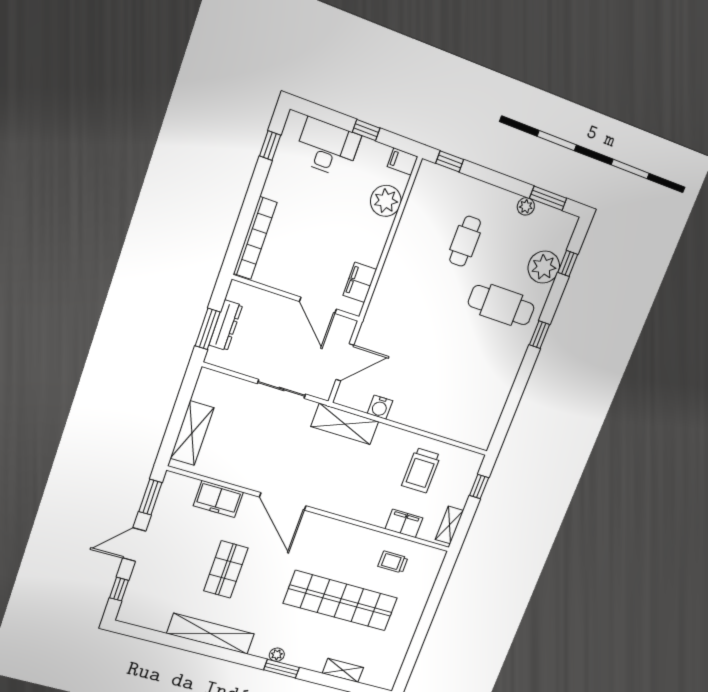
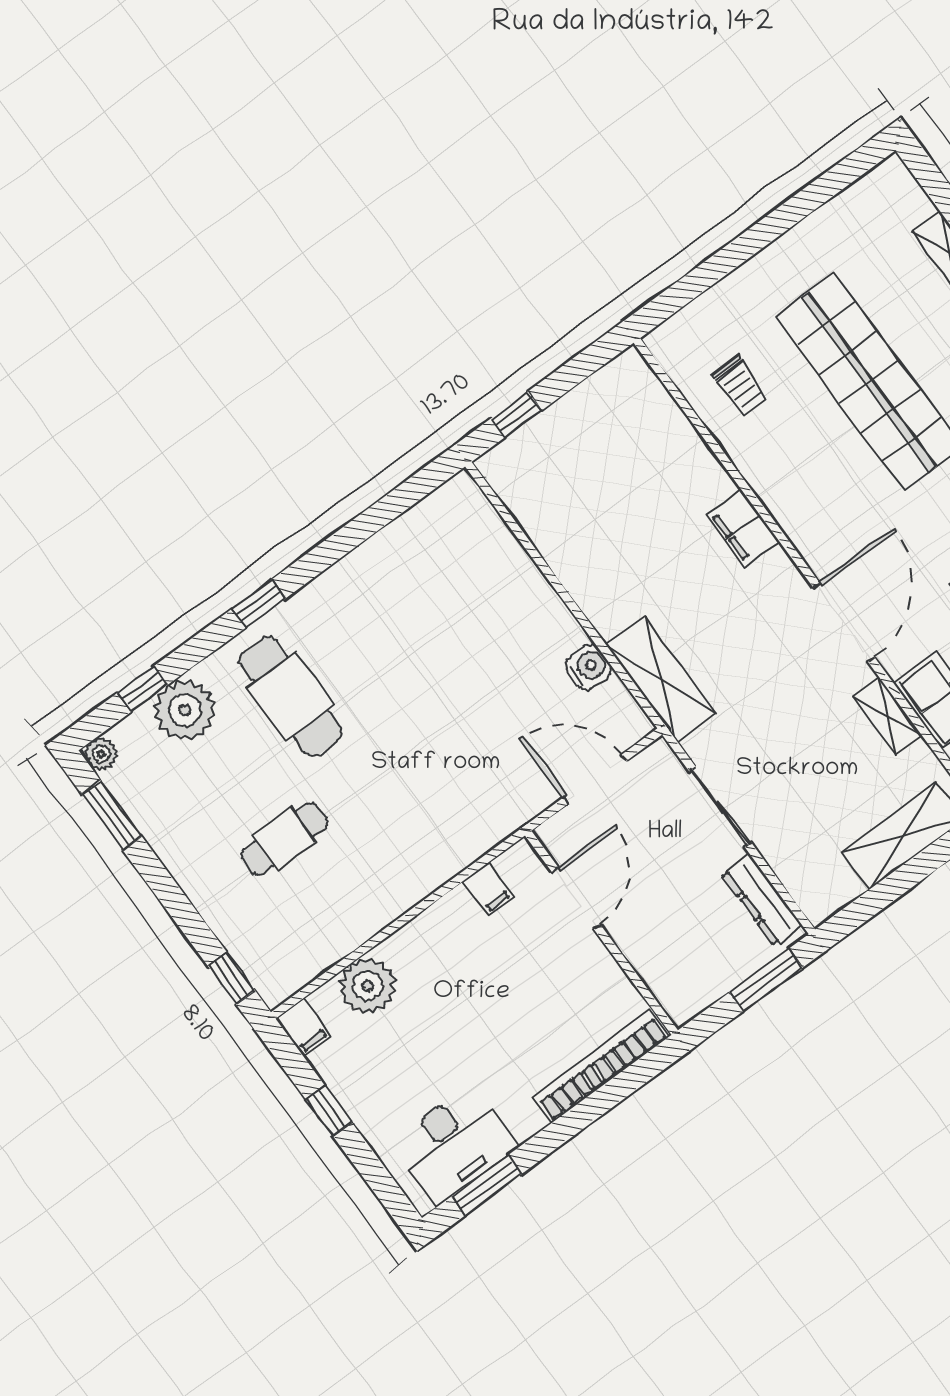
window: (270, 146) -> (487, 1185), width x1.50
desk: (327, 148) -> (454, 1144), moved, turned -90
plant: (526, 206) -> (101, 754), moved
filing cabinet: (360, 282) -> (489, 889), width x0.50
dresser: (226, 325) -> (762, 900), moved, turned -90
trolley: (421, 470) -> (592, 512), removed
filing cabinet: (404, 523) -> (743, 528), moved
shelving: (449, 525) -> (887, 716), moved, turned 90

